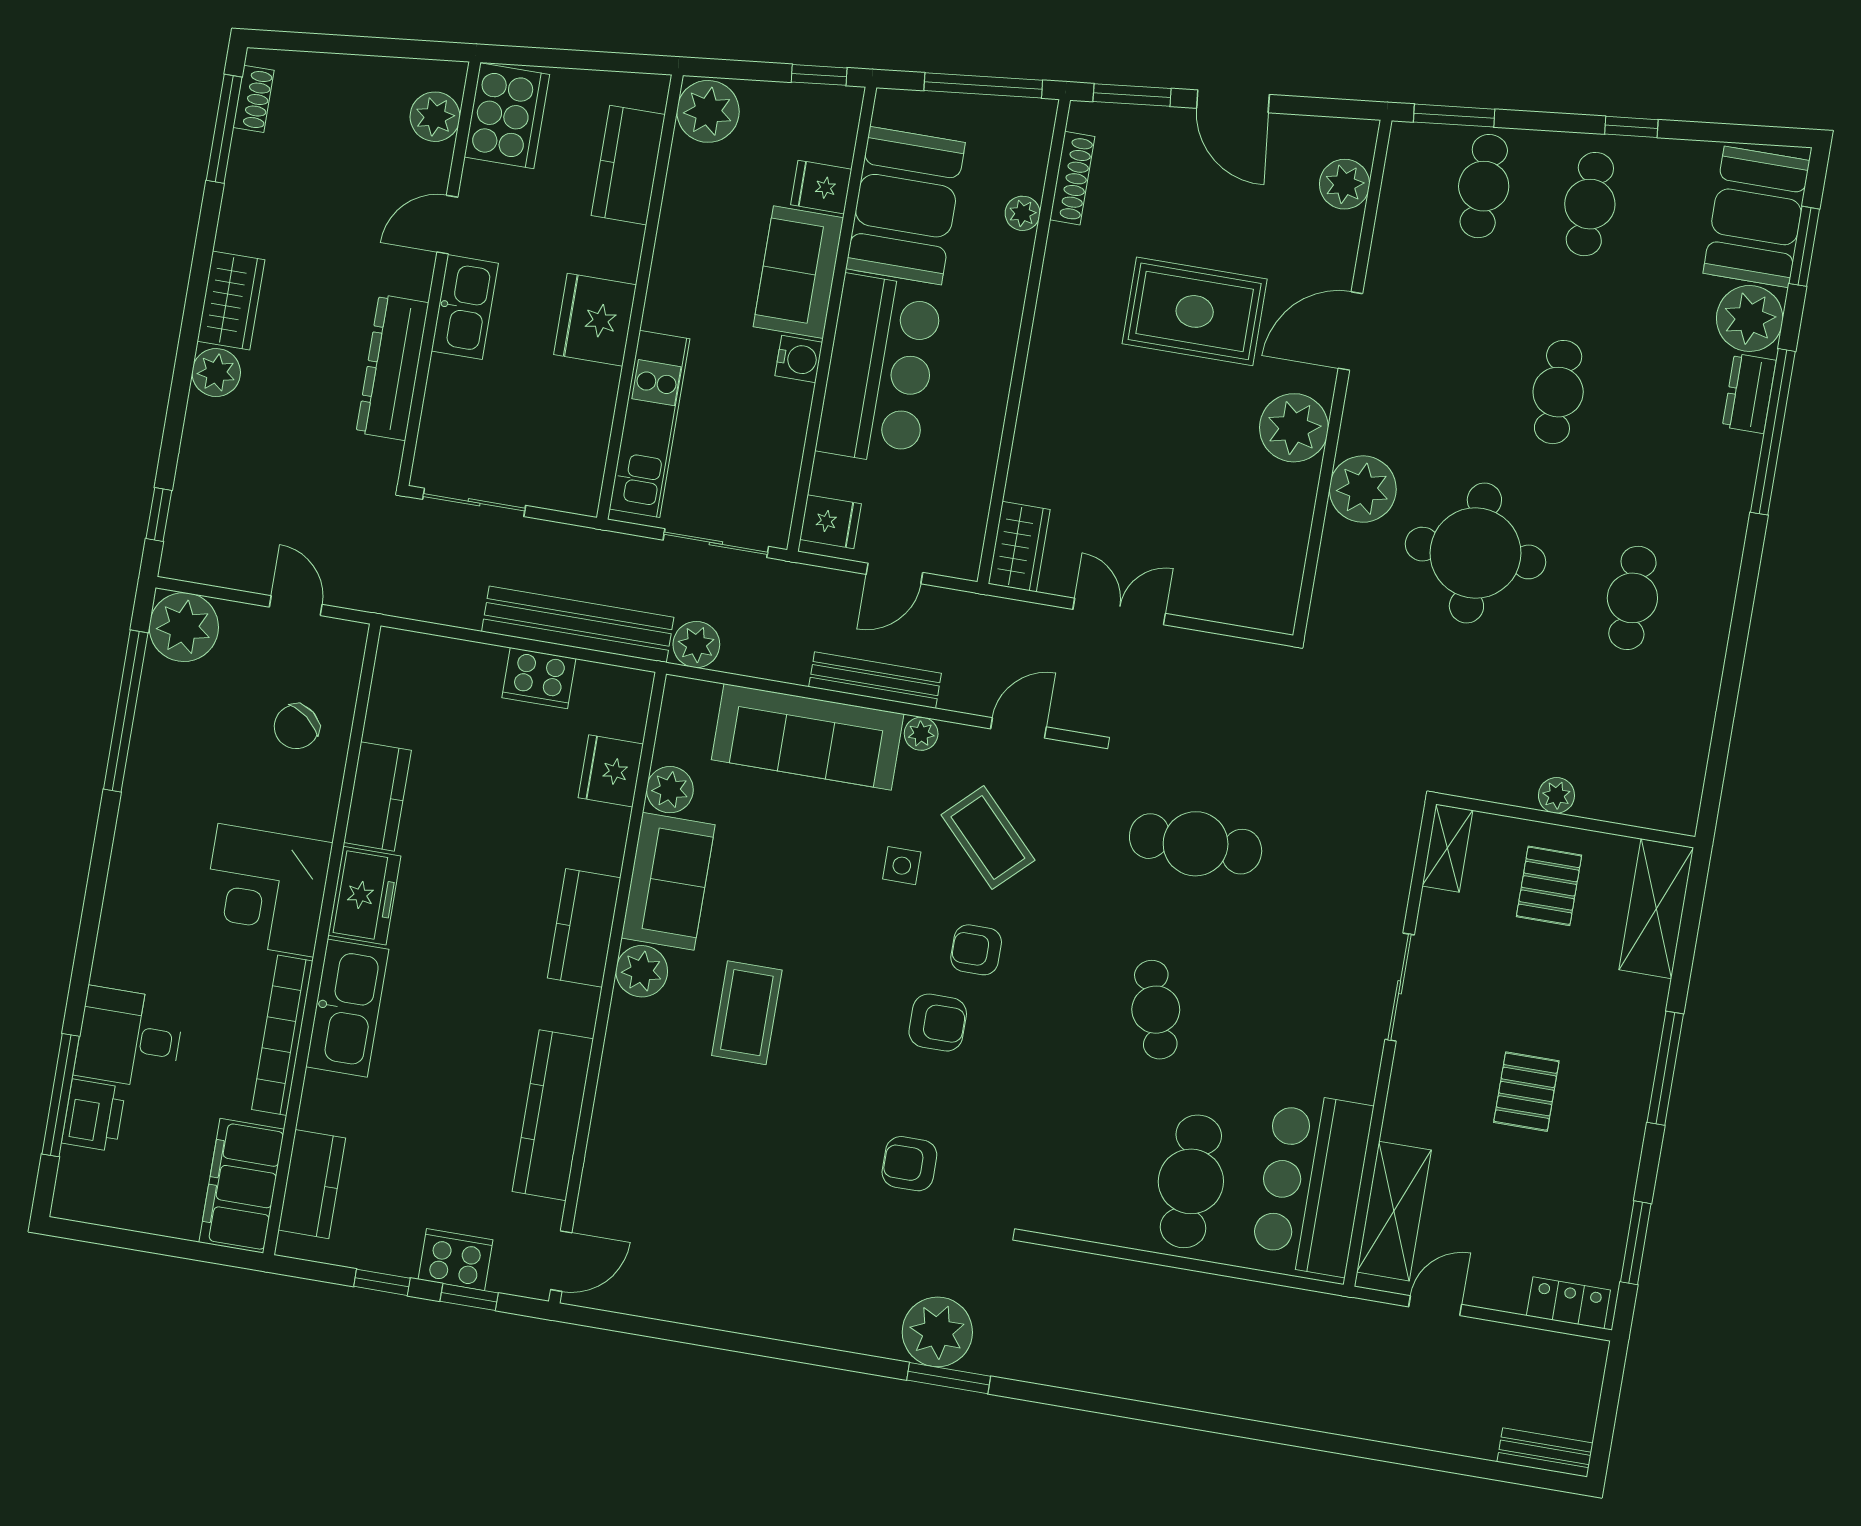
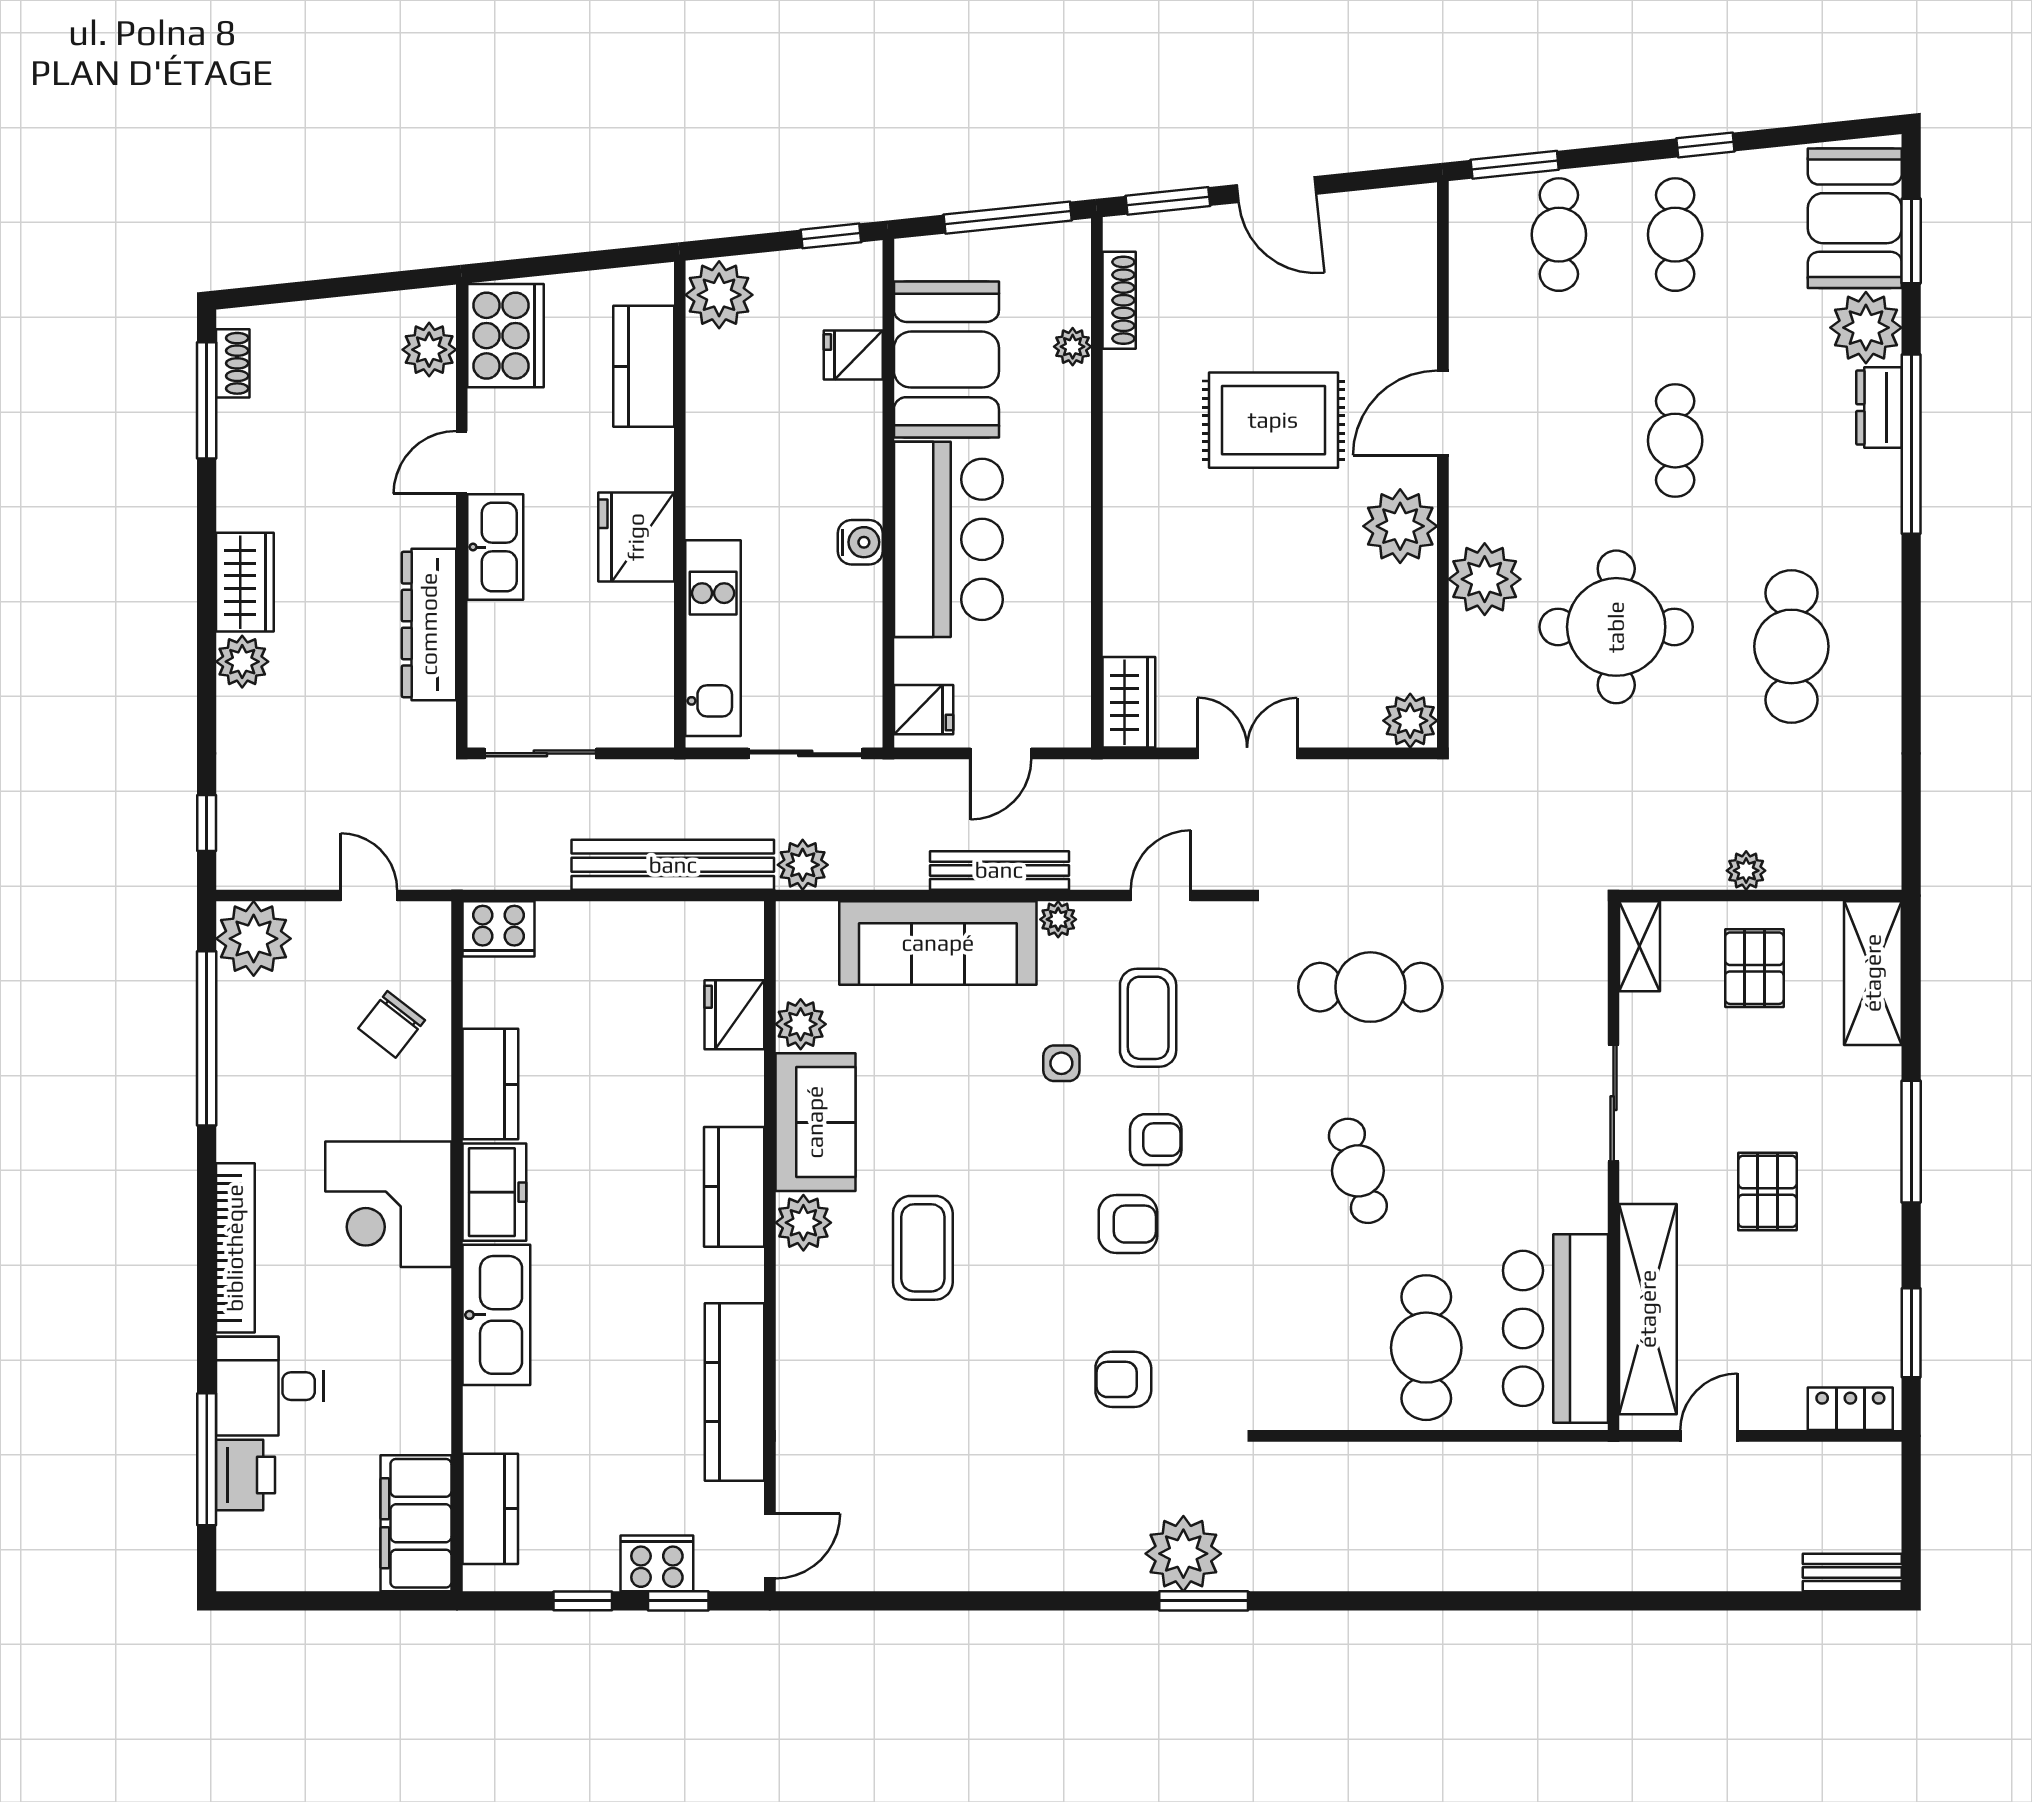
plant: (1344, 184) -> (1410, 721), moved
sofa: (798, 272) -> (844, 450), removed
cafe table: (1632, 598) -> (1791, 646), width x1.37, depth x1.35
cooker: (539, 678) -> (499, 929), moved
coffee table: (988, 838) -> (1148, 1018), turned 44
armchair: (976, 950) -> (1156, 1140), turned 180
bookcase: (282, 1035) -> (235, 1248), moved, turned 180
shelving: (1394, 1211) -> (1648, 1309), width x1.47

